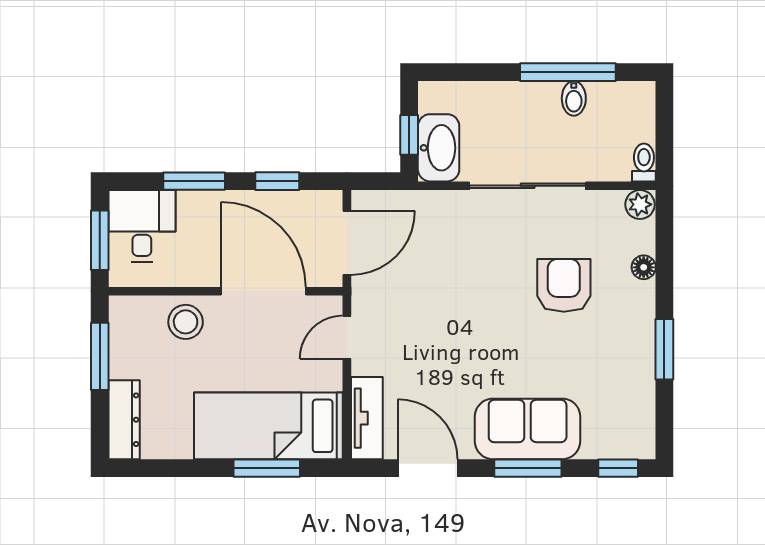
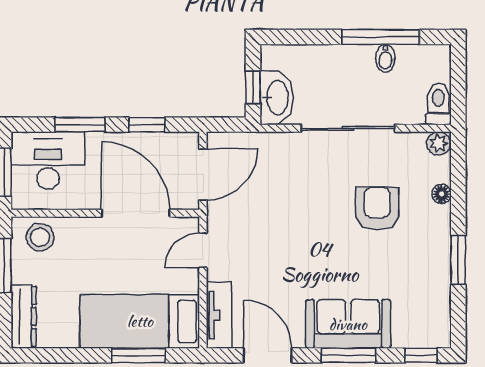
toilet: (644, 162) -> (438, 104), width x1.37, depth x1.39
desk: (142, 226) -> (48, 161), width x1.37
stool: (186, 322) -> (40, 237), moved

